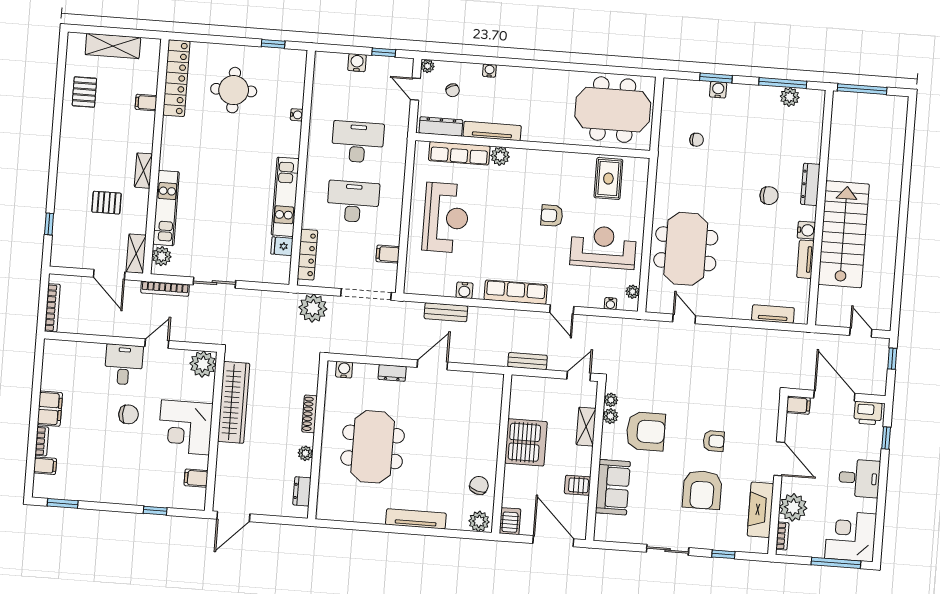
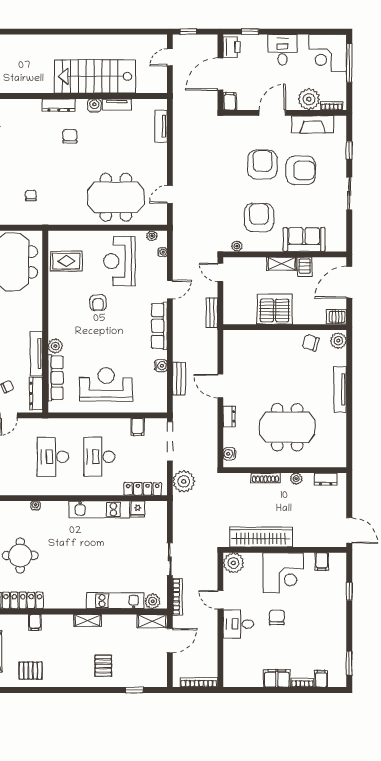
pallet: (106, 203) -> (103, 666), moved
plant: (610, 416) -> (249, 246), removed
shelving: (586, 427) -> (281, 264), moved
armchair: (714, 441) -> (262, 164), width x1.88, depth x1.88

